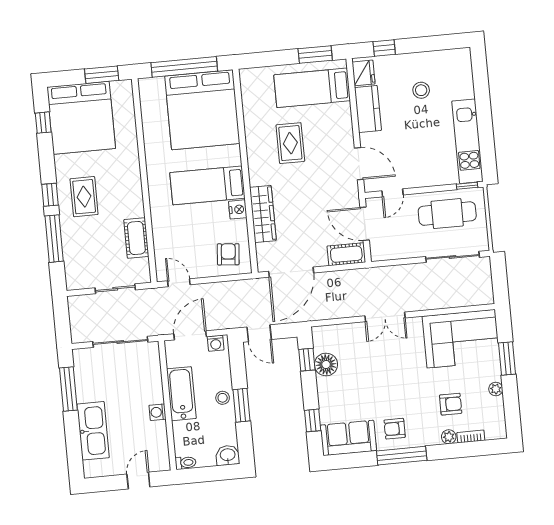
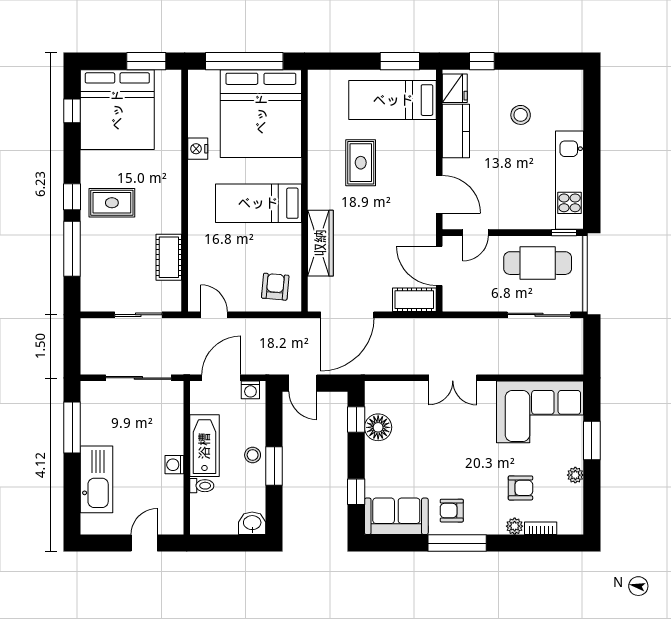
rug: (84, 197) -> (112, 203), turned 90
nightstand: (238, 209) -> (198, 149), moved, turned 180
toilet: (186, 463) -> (202, 486), moved

